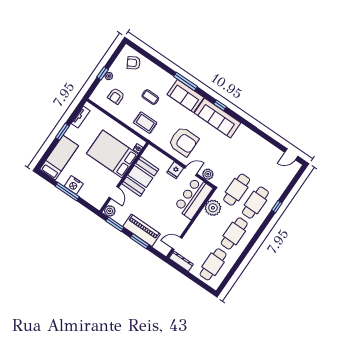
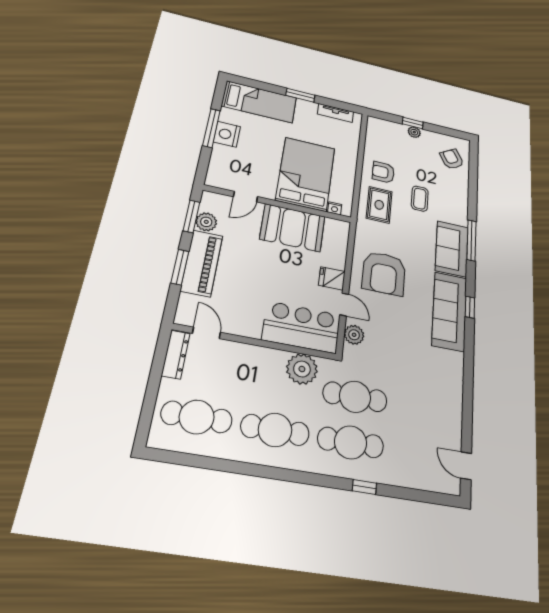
armchair: (116, 96) -> (383, 172), moved
plant: (110, 211) -> (206, 222), moved

